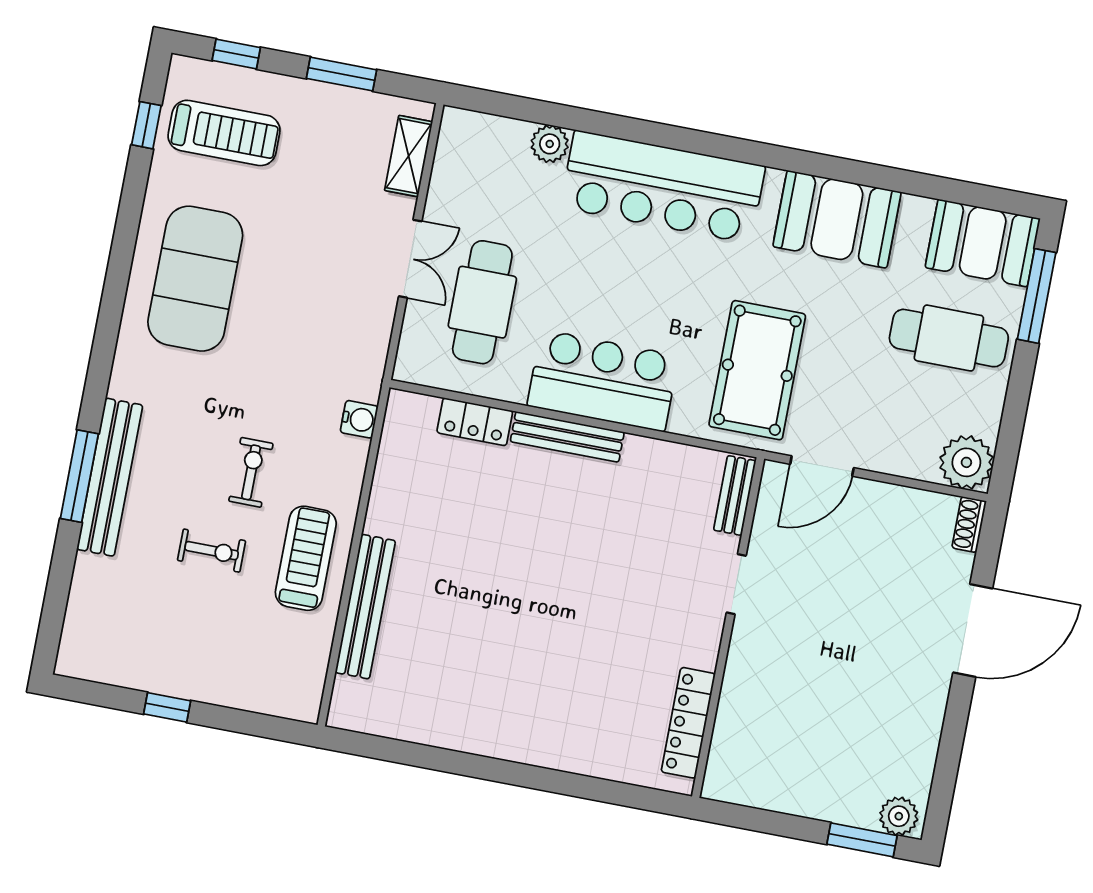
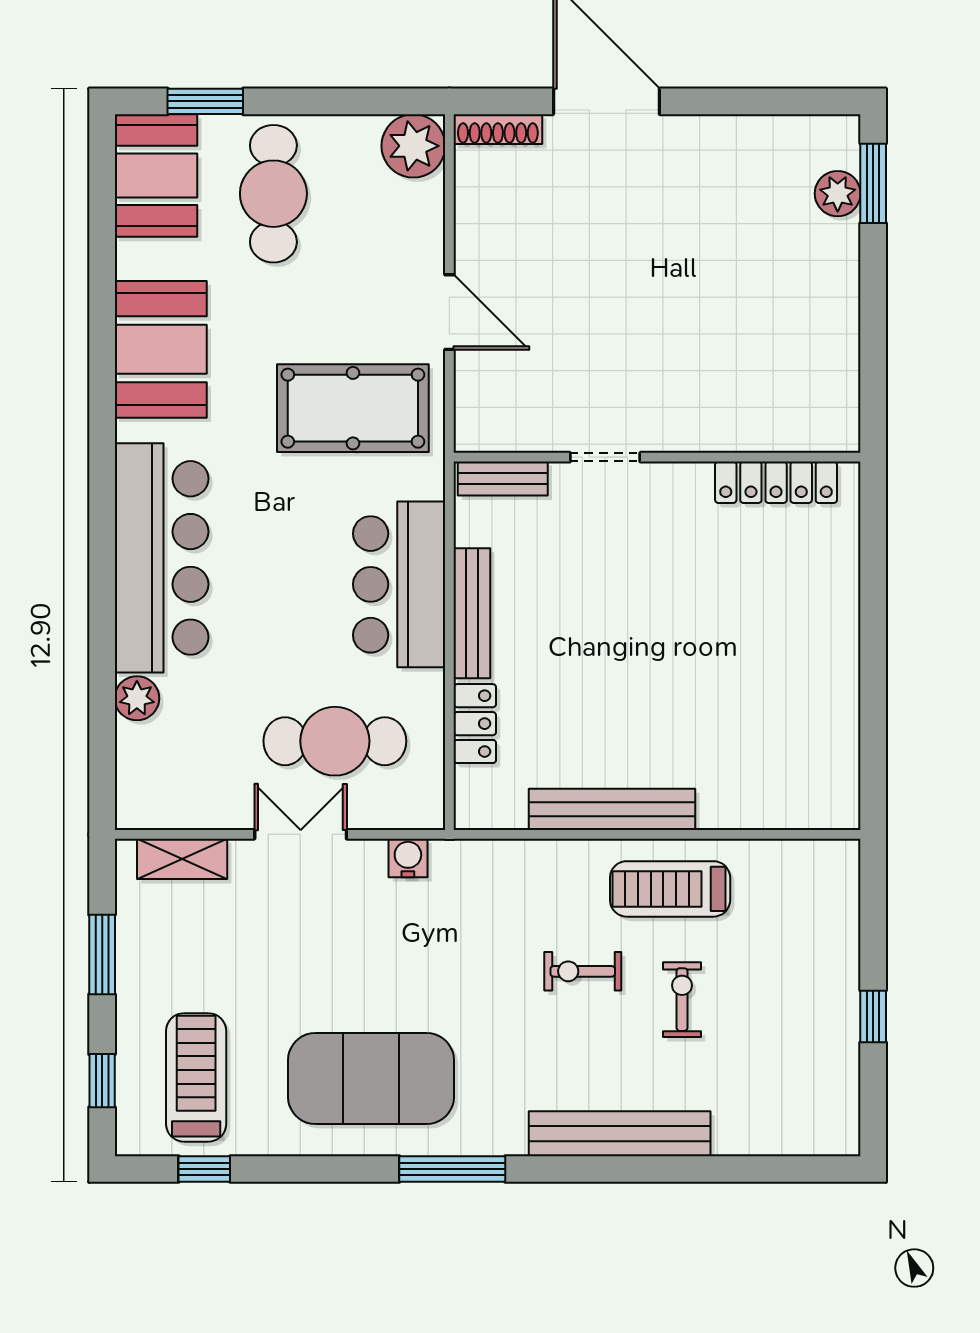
window: (1037, 296) -> (205, 101), width x0.69
water cooler: (359, 419) -> (408, 858), moved
window: (79, 476) -> (452, 1169), moved
bench: (735, 495) -> (503, 479), moved
shoe rack: (969, 524) -> (498, 129), width x1.43
doorway: (736, 584) -> (605, 457), moved
bench: (365, 607) -> (612, 809), moved
wall: (728, 628) -> (657, 457), moved
locker: (688, 723) -> (776, 482), moved
plant: (899, 816) -> (838, 194), moved

